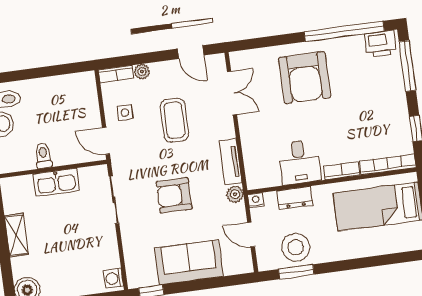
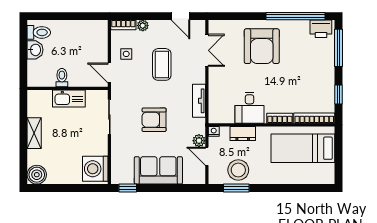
plant: (235, 194) -> (199, 141), moved
washing machine: (113, 278) -> (95, 169), width x1.89, depth x1.89

